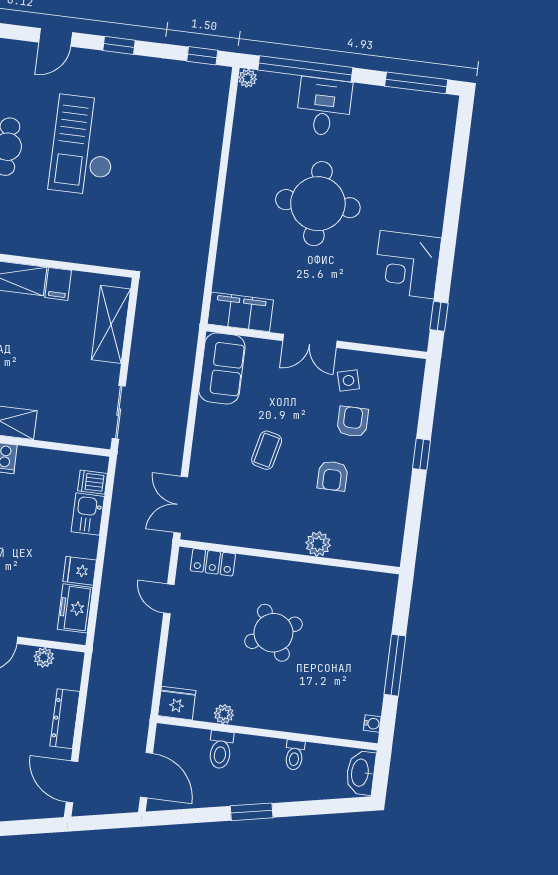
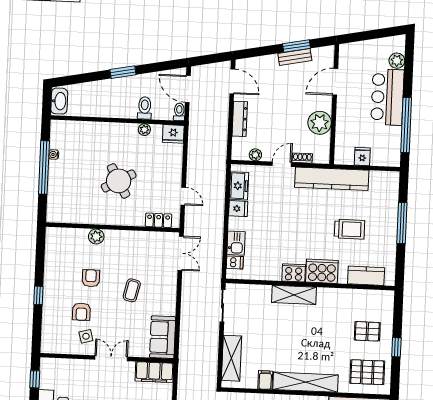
window: (395, 665) -> (44, 167), width x1.46
water cooler: (372, 724) -> (54, 155), moved
toilet: (294, 755) -> (179, 112), moved

